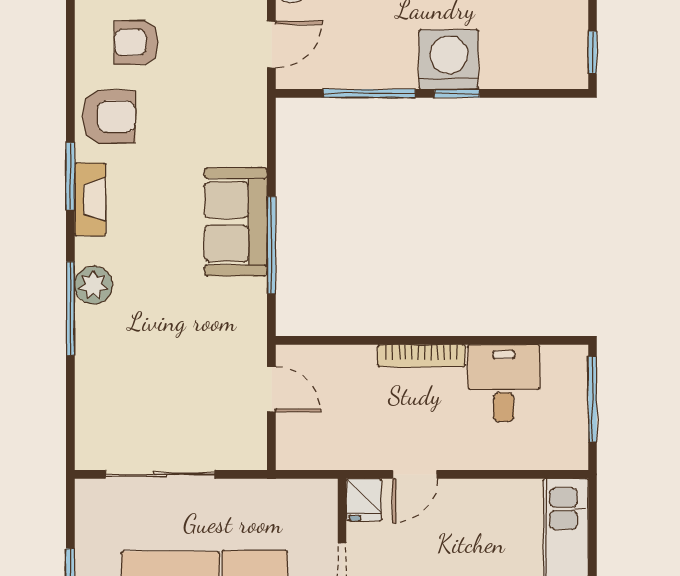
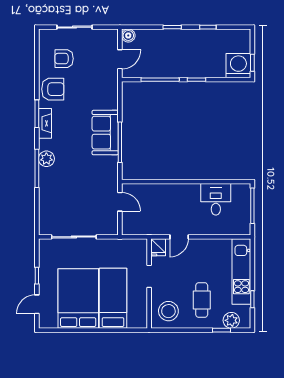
washing machine: (449, 59) -> (238, 66), moved
bookcase: (421, 356) -> (182, 188), removed

